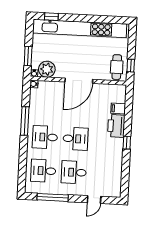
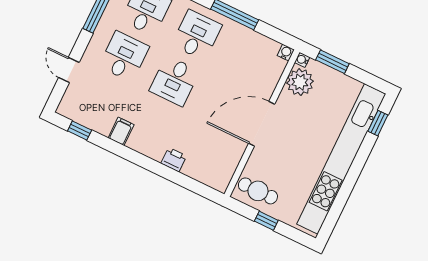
window: (131, 66) -> (266, 221), moved
door: (79, 81) -> (262, 124), hinge flipped
filing cabinet: (118, 109) -> (121, 131), moved
printer: (116, 126) -> (174, 160), width x0.53, depth x0.68
window: (127, 143) -> (80, 130), moved

